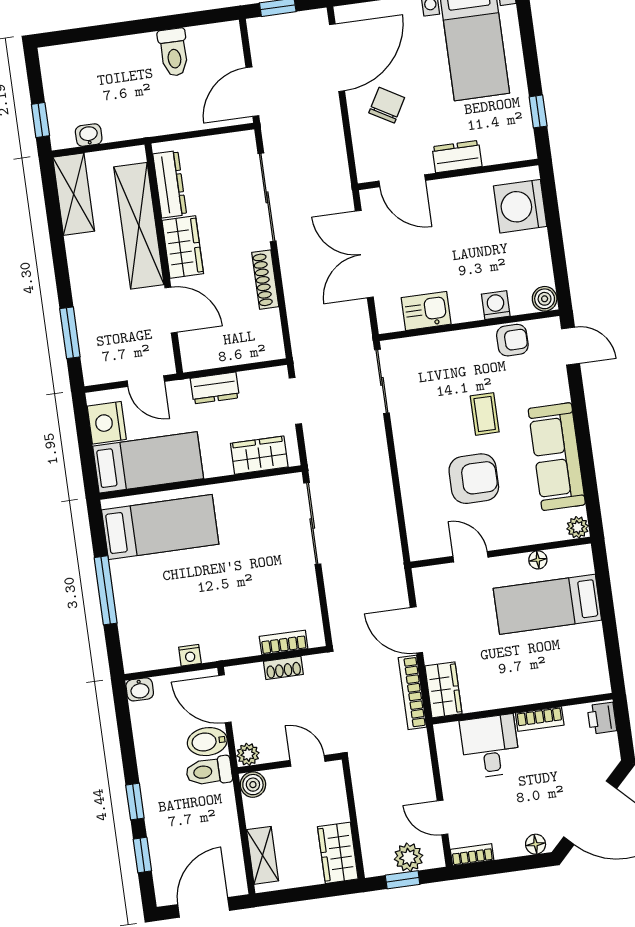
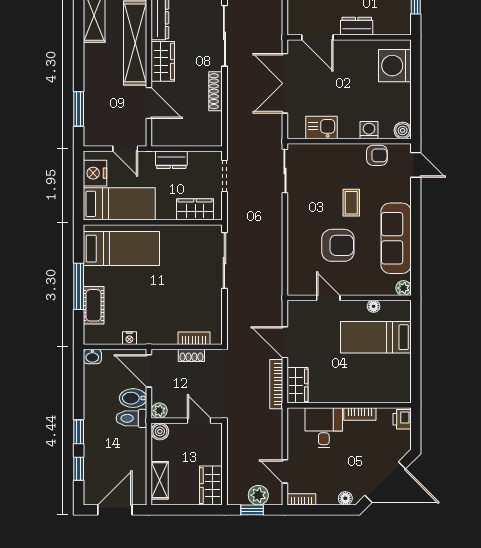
cot: (131, 615) -> (94, 305), added

